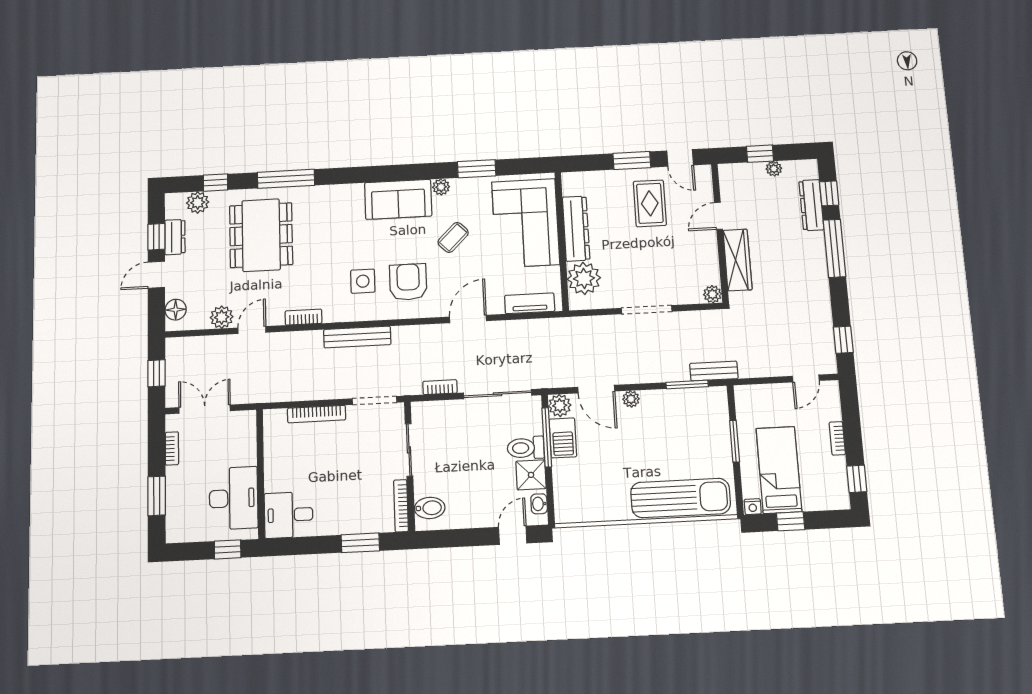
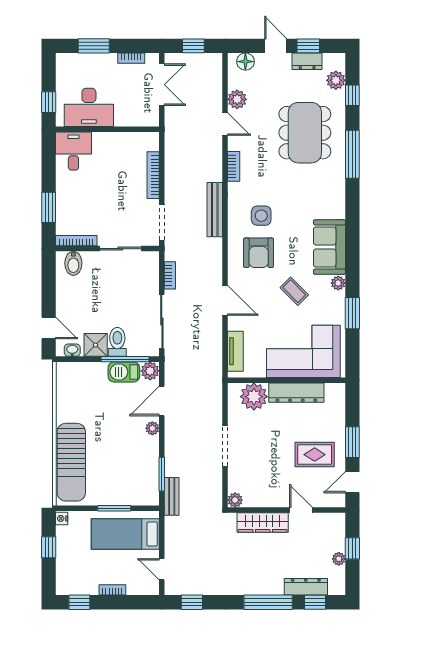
dining table: (261, 235) -> (305, 133), turned 90
armchair: (408, 282) -> (259, 253), turned 90
bed: (779, 470) -> (125, 534), moved, turned 180

